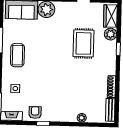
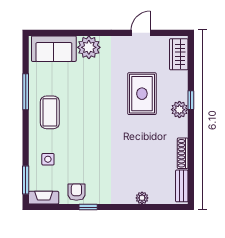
plant: (111, 34) -> (179, 110), moved

